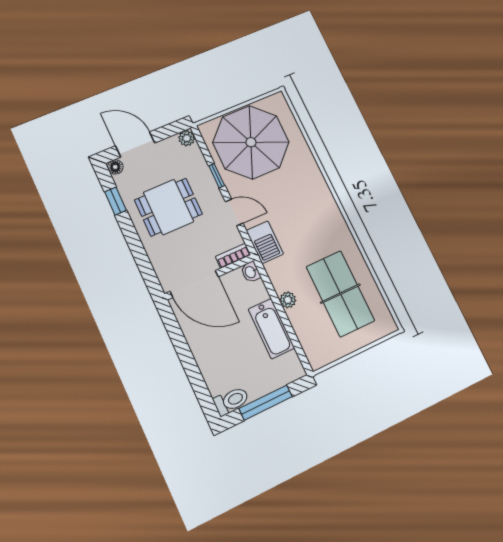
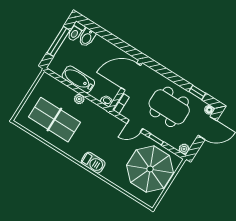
dining table: (169, 207) -> (169, 107), width x1.37
barbecue: (265, 242) -> (93, 163), moved, turned 180
bidet: (221, 381) -> (87, 38), added

